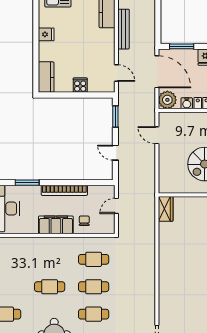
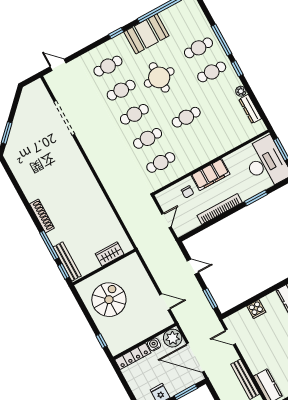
wardrobe: (166, 209) -> (110, 254), moved, turned 90

